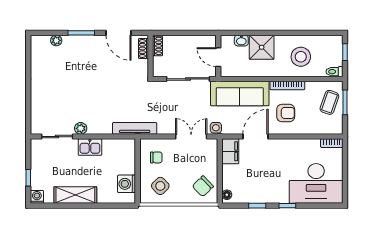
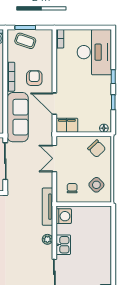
plant: (81, 128) -> (47, 239), moved
side table: (216, 128) -> (47, 137), removed
washing machine: (127, 184) -> (64, 216), moved, turned -90
shelving: (75, 195) -> (104, 257), removed

